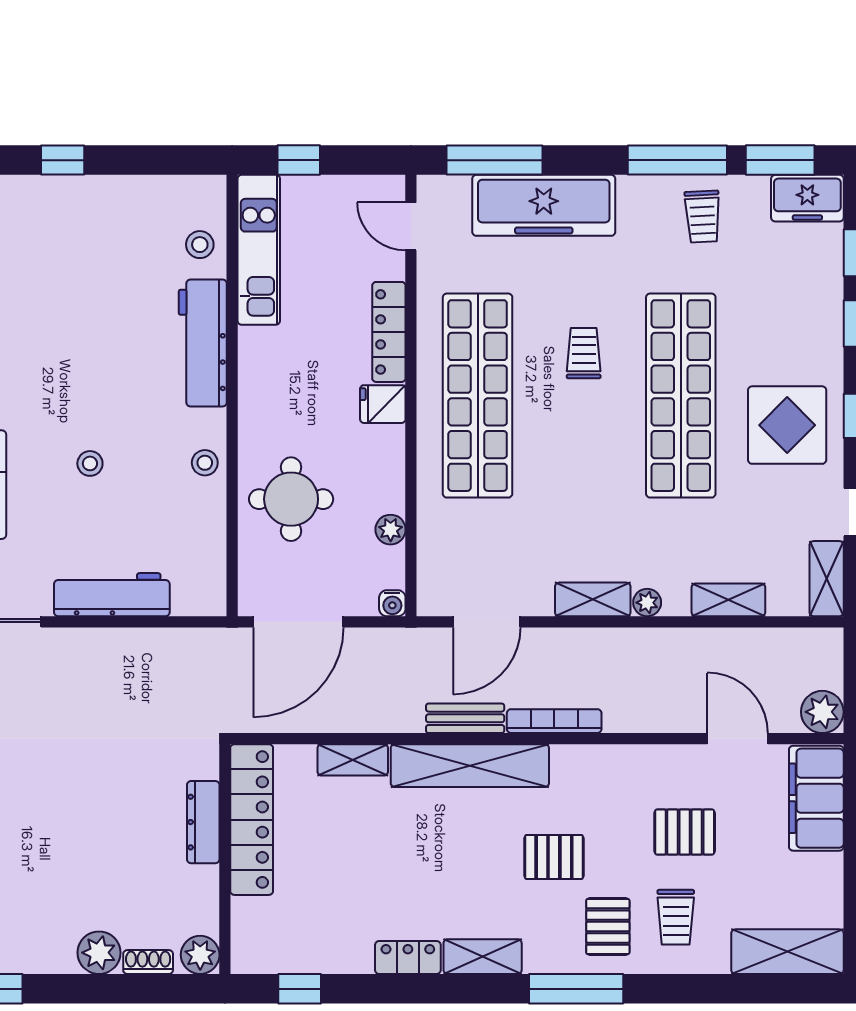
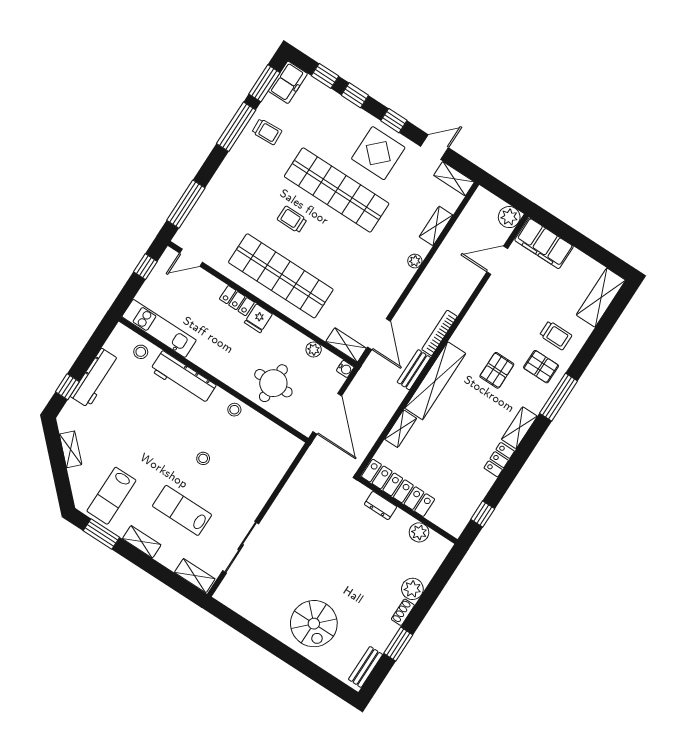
window: (299, 160) -> (145, 267), moved
freezer: (544, 205) -> (219, 196), removed
locker: (389, 332) -> (237, 301), width x0.66
workbench: (112, 595) -> (95, 378), moved, turned 180
shelving: (593, 599) -> (346, 345), moved, turned 90
dresser: (203, 822) -> (380, 506), width x0.70
pallet: (685, 832) -> (522, 308), removed
plant: (200, 955) -> (419, 532), moved
shoe rack: (148, 962) -> (403, 612), moved

